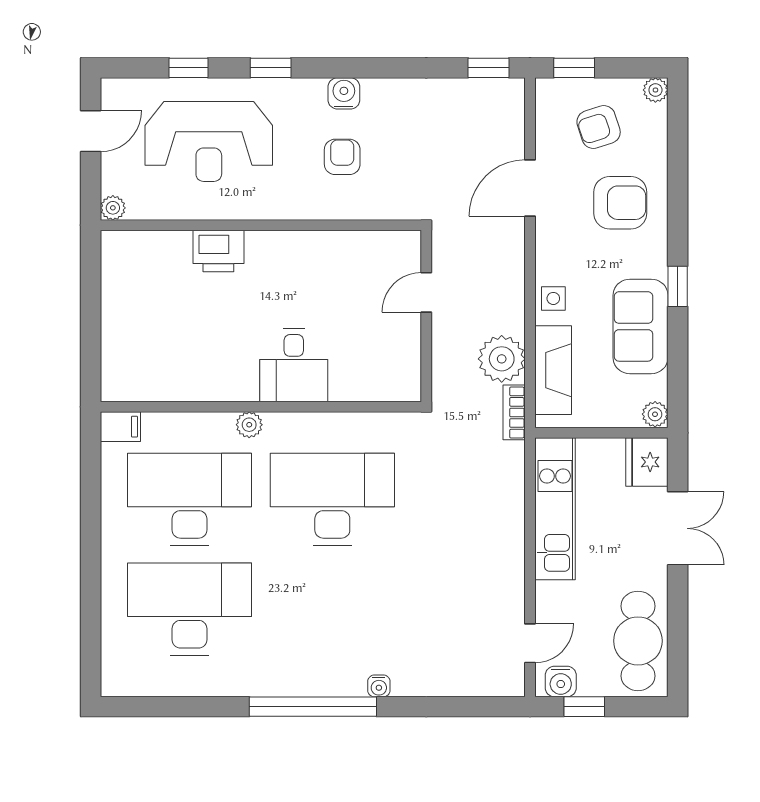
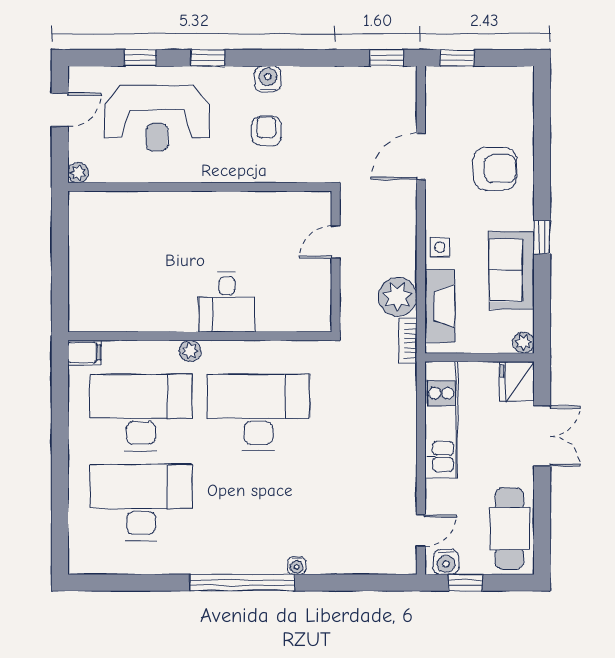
plant: (655, 90) -> (524, 76), removed
armchair: (599, 127) -> (477, 106), removed
printer: (218, 251) -> (165, 208), removed

